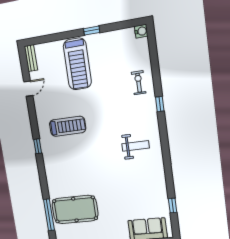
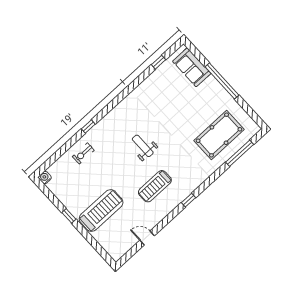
bench: (31, 58) -> (122, 251), removed
treadmill: (68, 126) -> (155, 186), turned -90
weight bench: (136, 146) -> (143, 146), moved
pool table: (75, 210) -> (219, 135), turned 90

